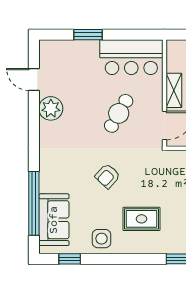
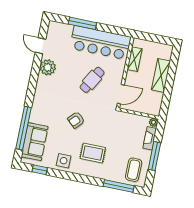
window: (88, 35) -> (82, 23), width x1.44
bar counter: (131, 57) -> (101, 43), width x1.36
shelving: (174, 90) -> (135, 59), moved

